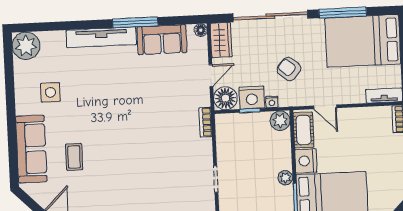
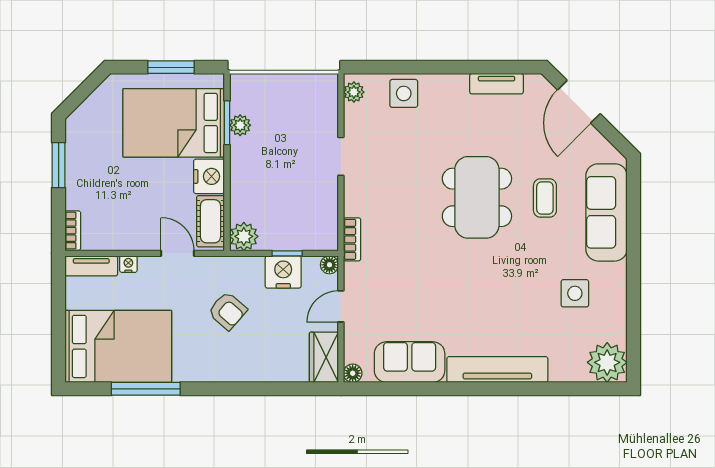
sliding door: (270, 16) -> (251, 389), removed
window: (135, 22) -> (447, 389), removed
floor lamp: (225, 98) -> (329, 265), width x0.53, depth x0.53
nightstand: (272, 102) -> (128, 264), moved
dining table: (121, 155) -> (477, 197), added
plant: (285, 178) -> (240, 125), moved

